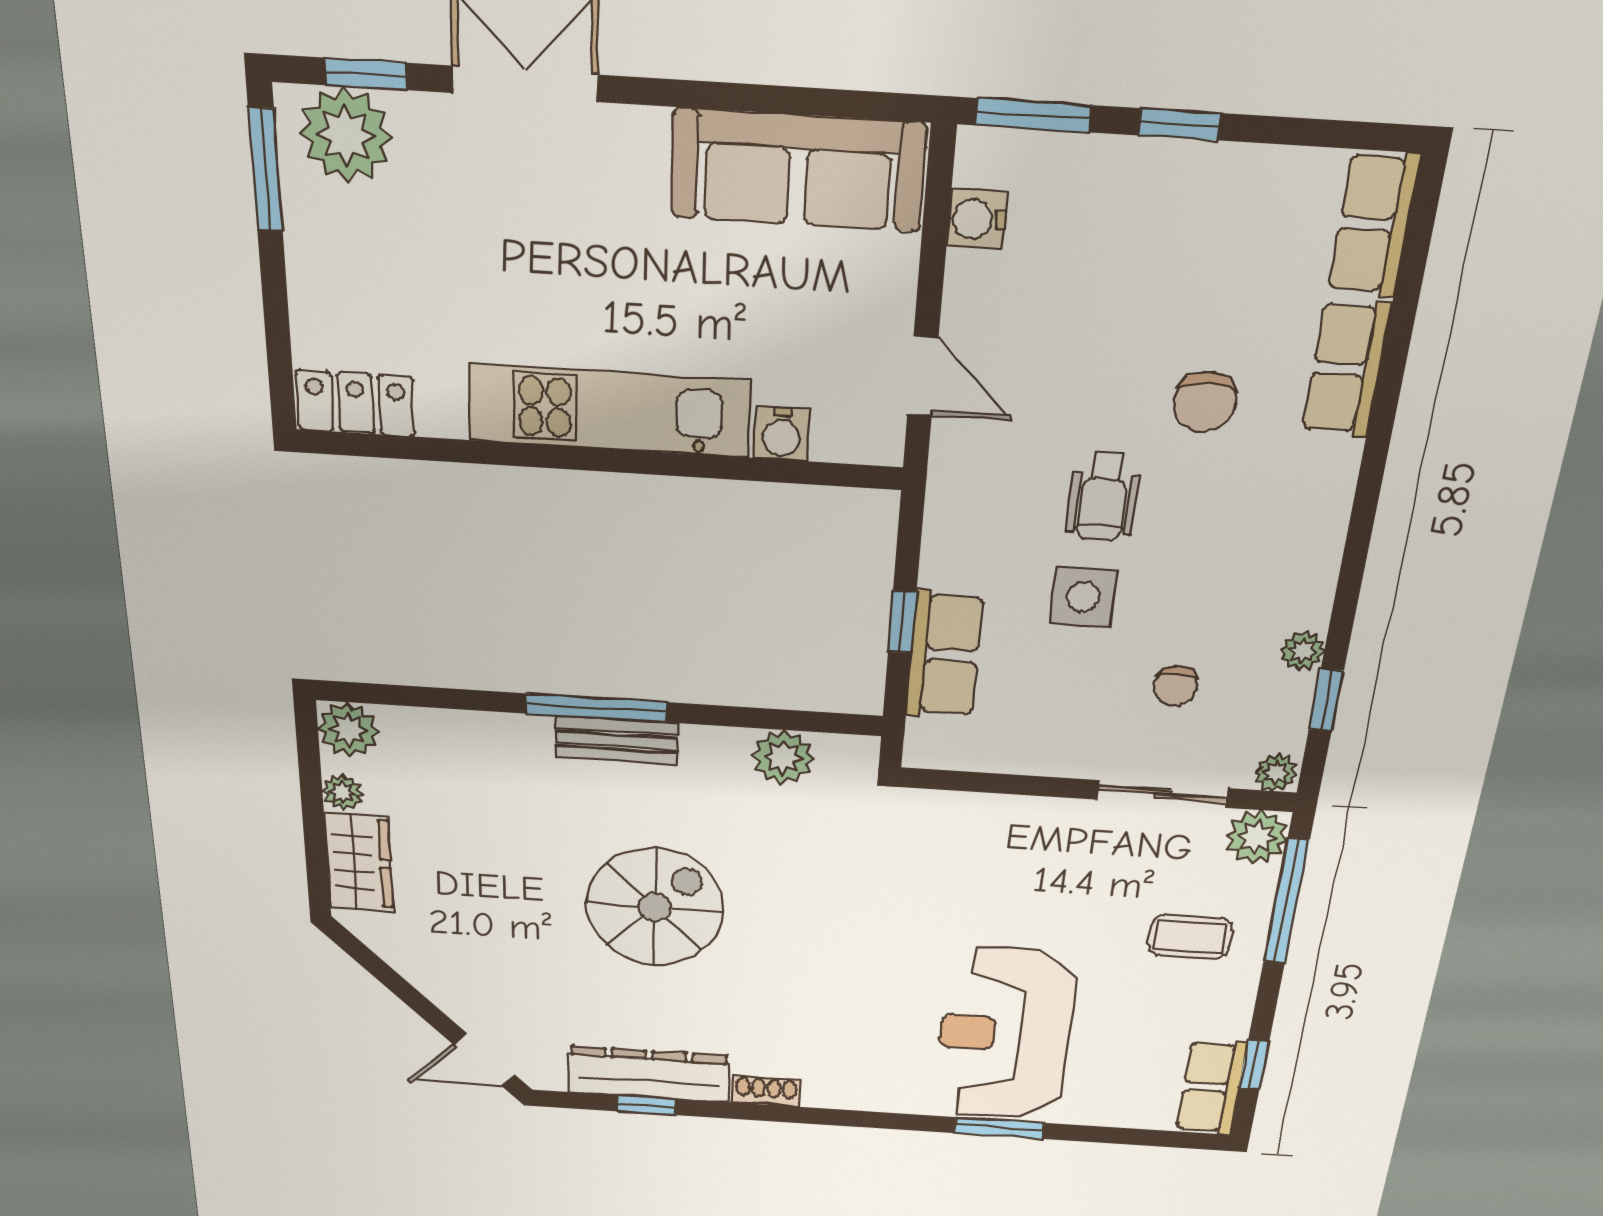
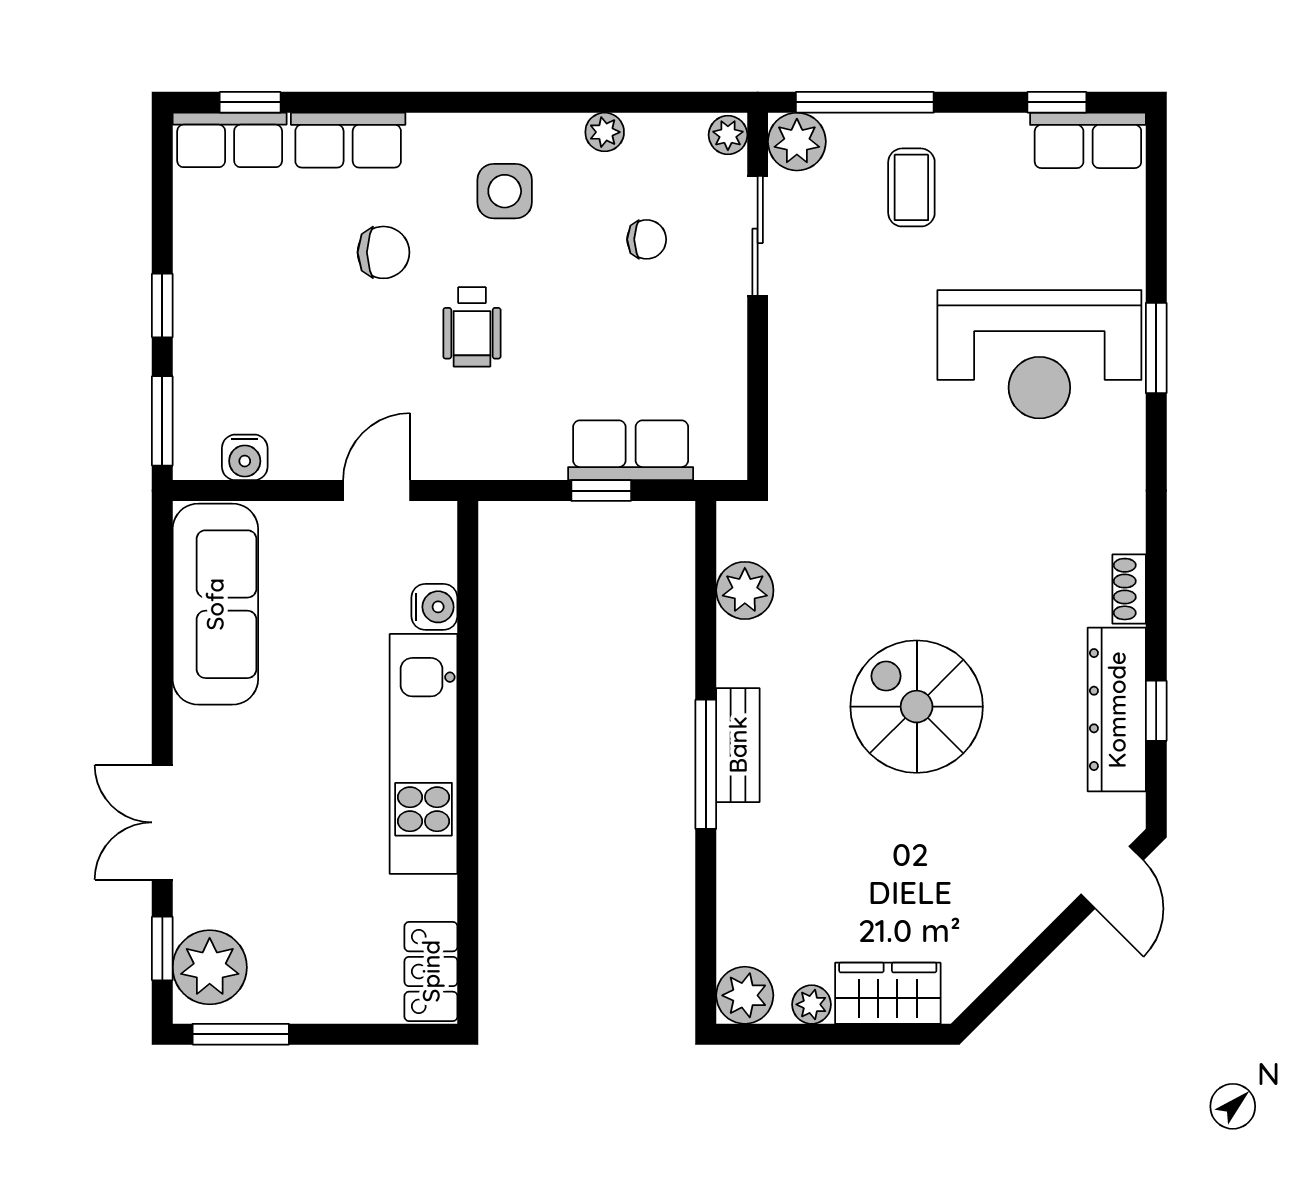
wheelchair: (1103, 496) -> (472, 327), turned 90
side table: (1083, 597) -> (505, 191), moved
window: (1326, 700) -> (250, 102), moved

